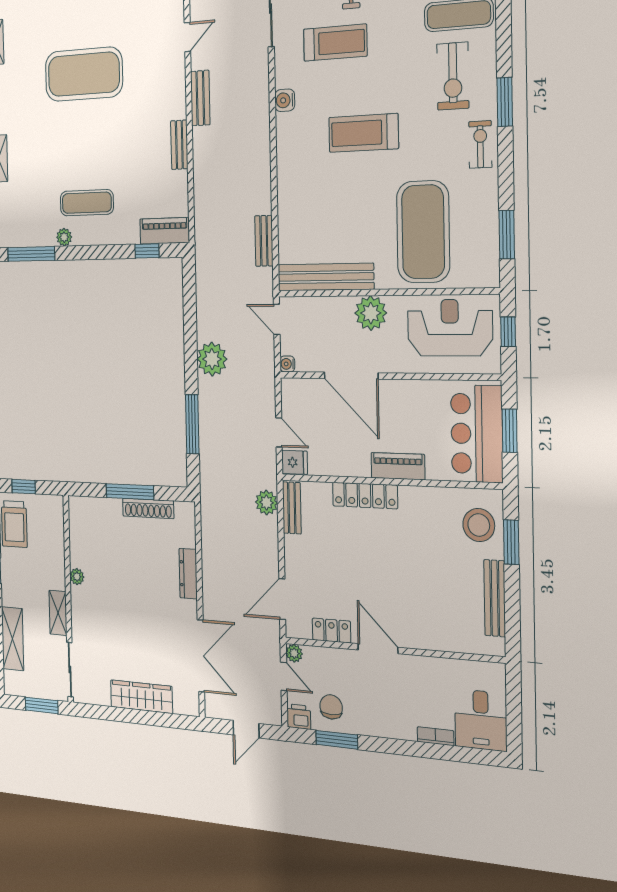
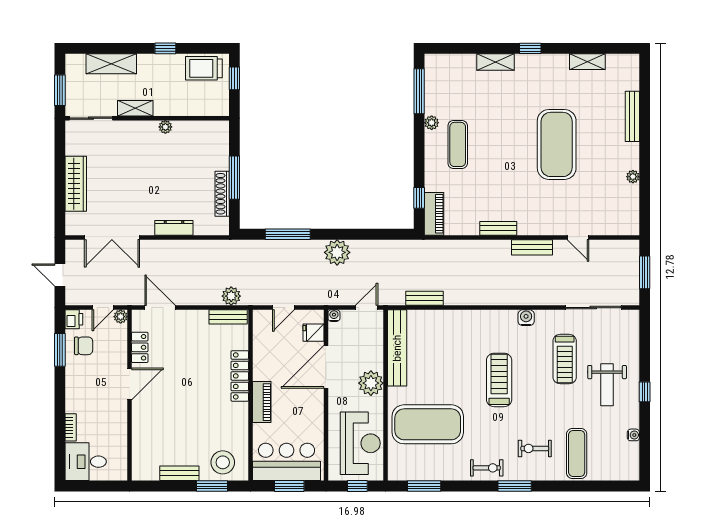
exercise bike: (453, 76) -> (535, 448), width x0.73, depth x0.72
fridge: (295, 462) -> (313, 333), moved, turned 90
bench: (495, 598) -> (179, 473), width x0.73

